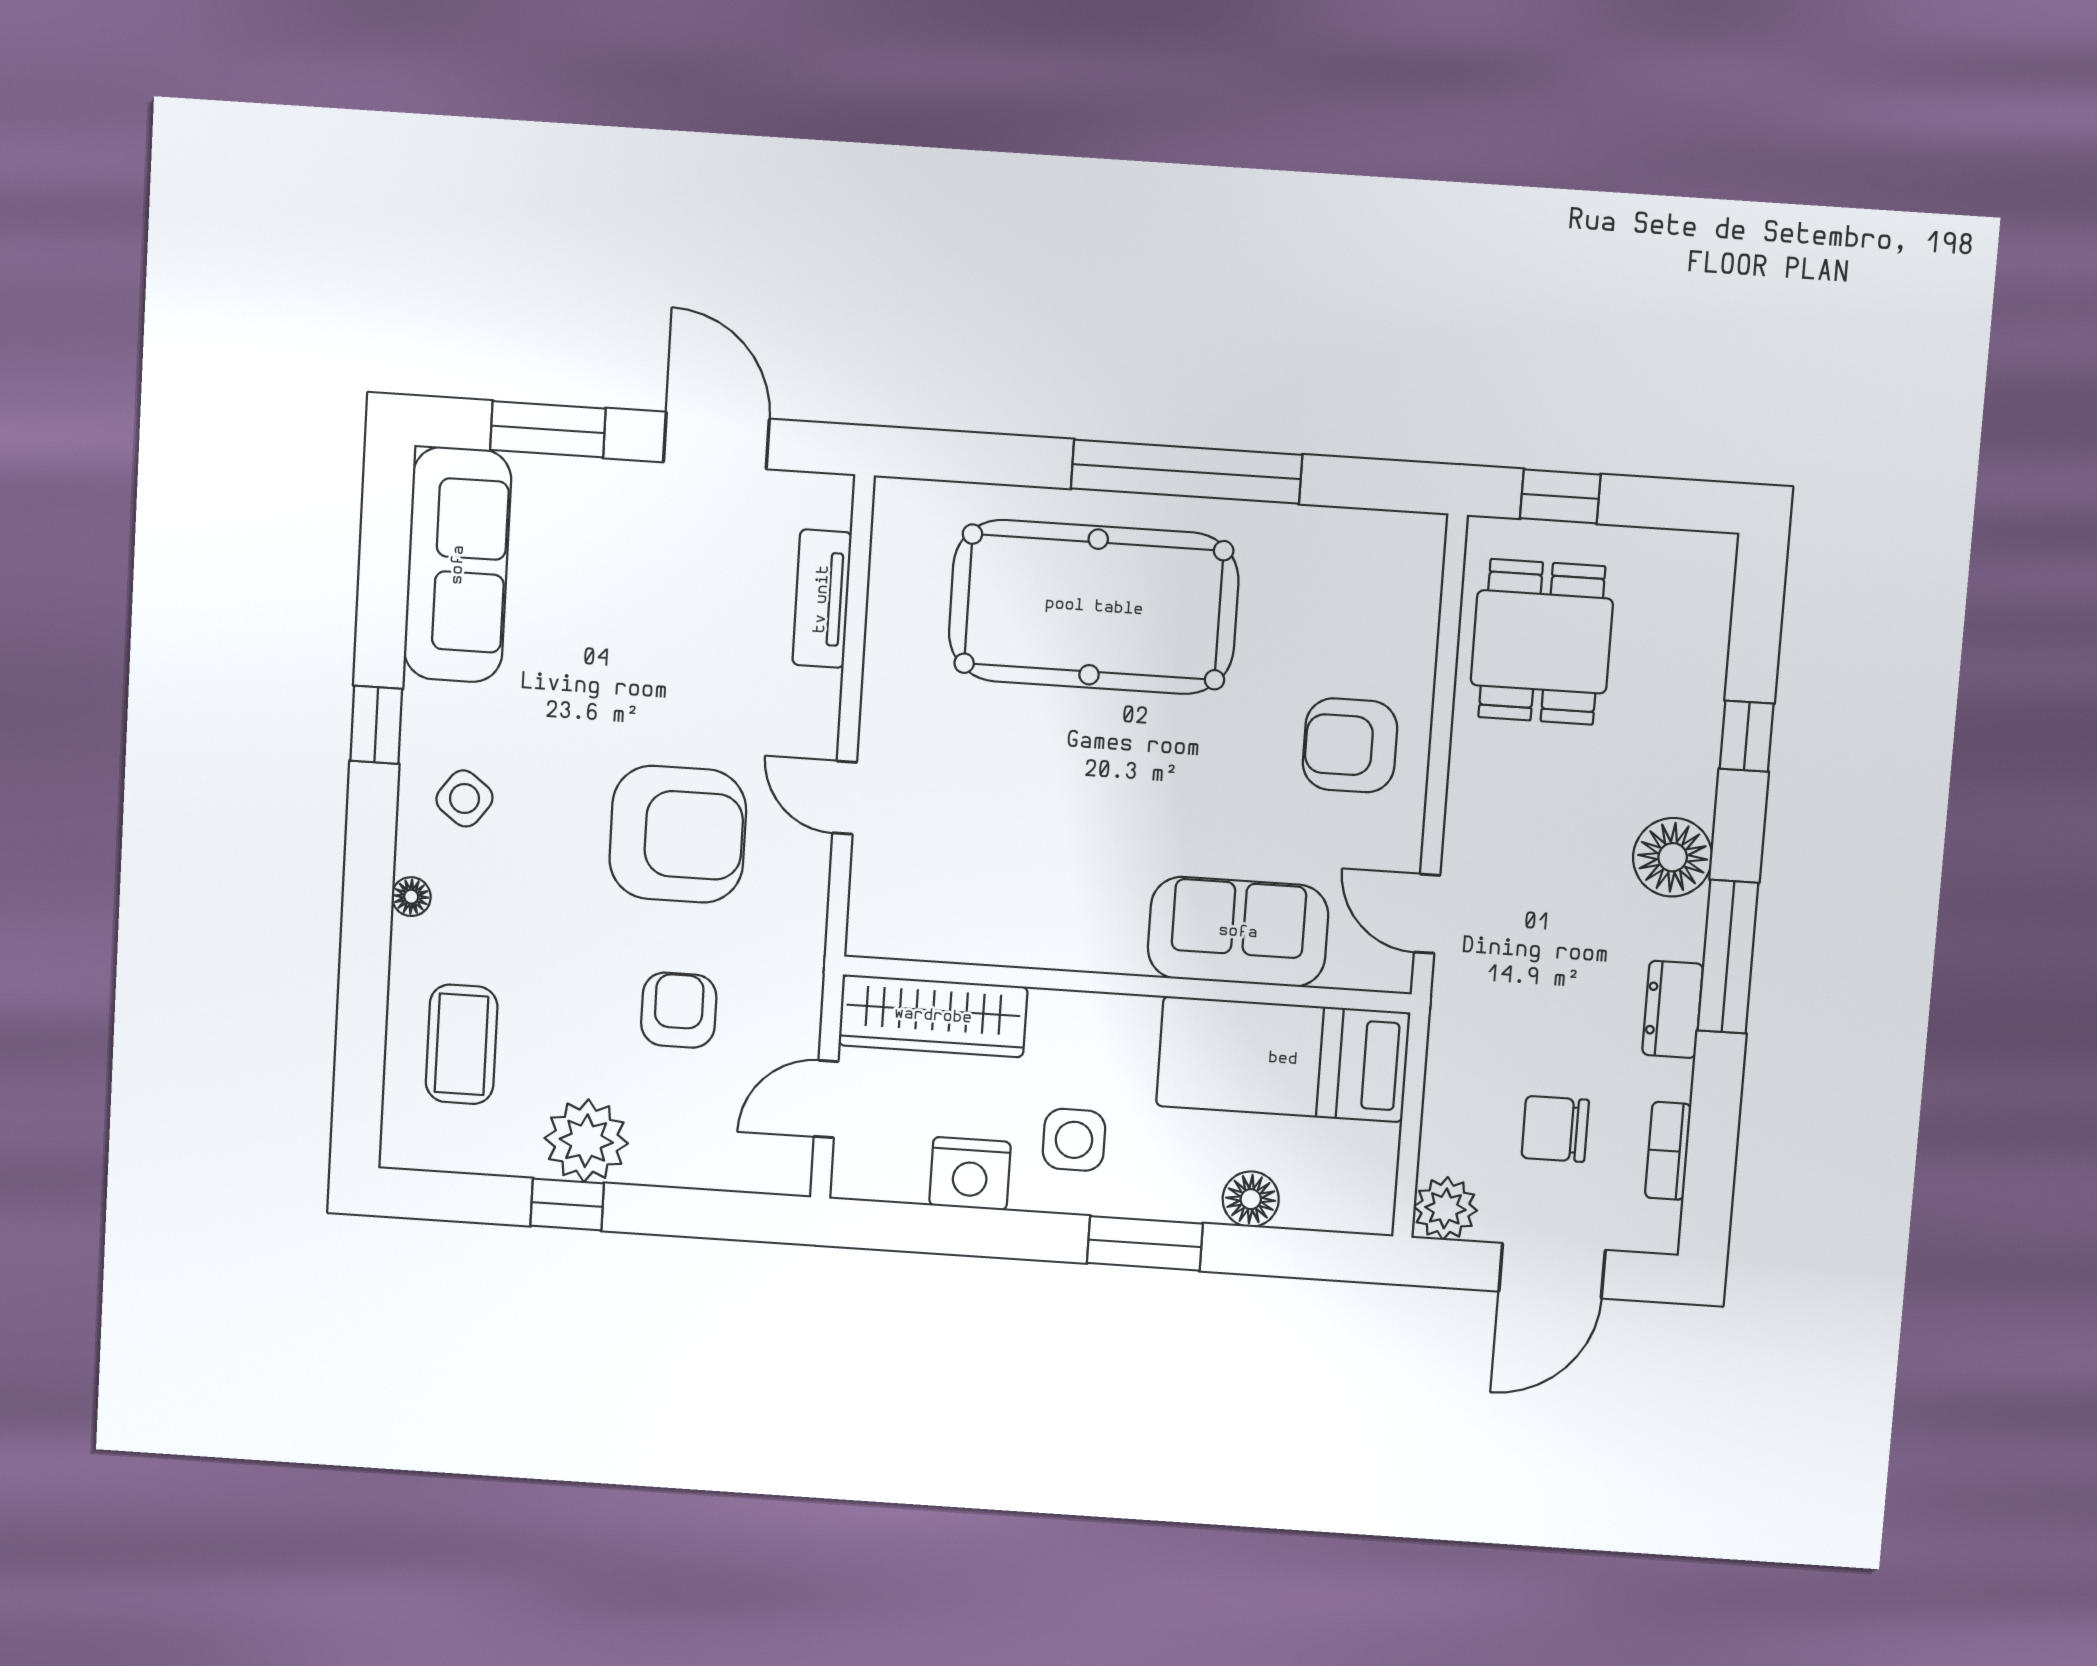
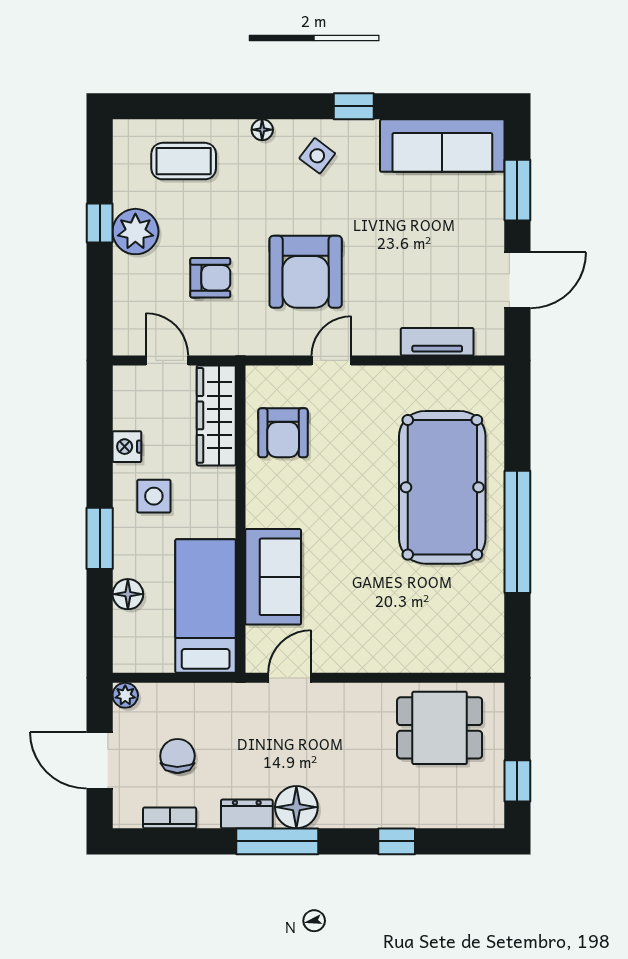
window: (1560, 496) -> (517, 781), moved
armchair: (1350, 745) -> (283, 433), moved, turned 180
floor lamp: (1673, 857) -> (296, 807), moved
nightstand: (970, 1174) -> (127, 447), width x0.74, depth x0.75
plant: (1445, 1208) -> (125, 695), width x0.73, depth x0.73

